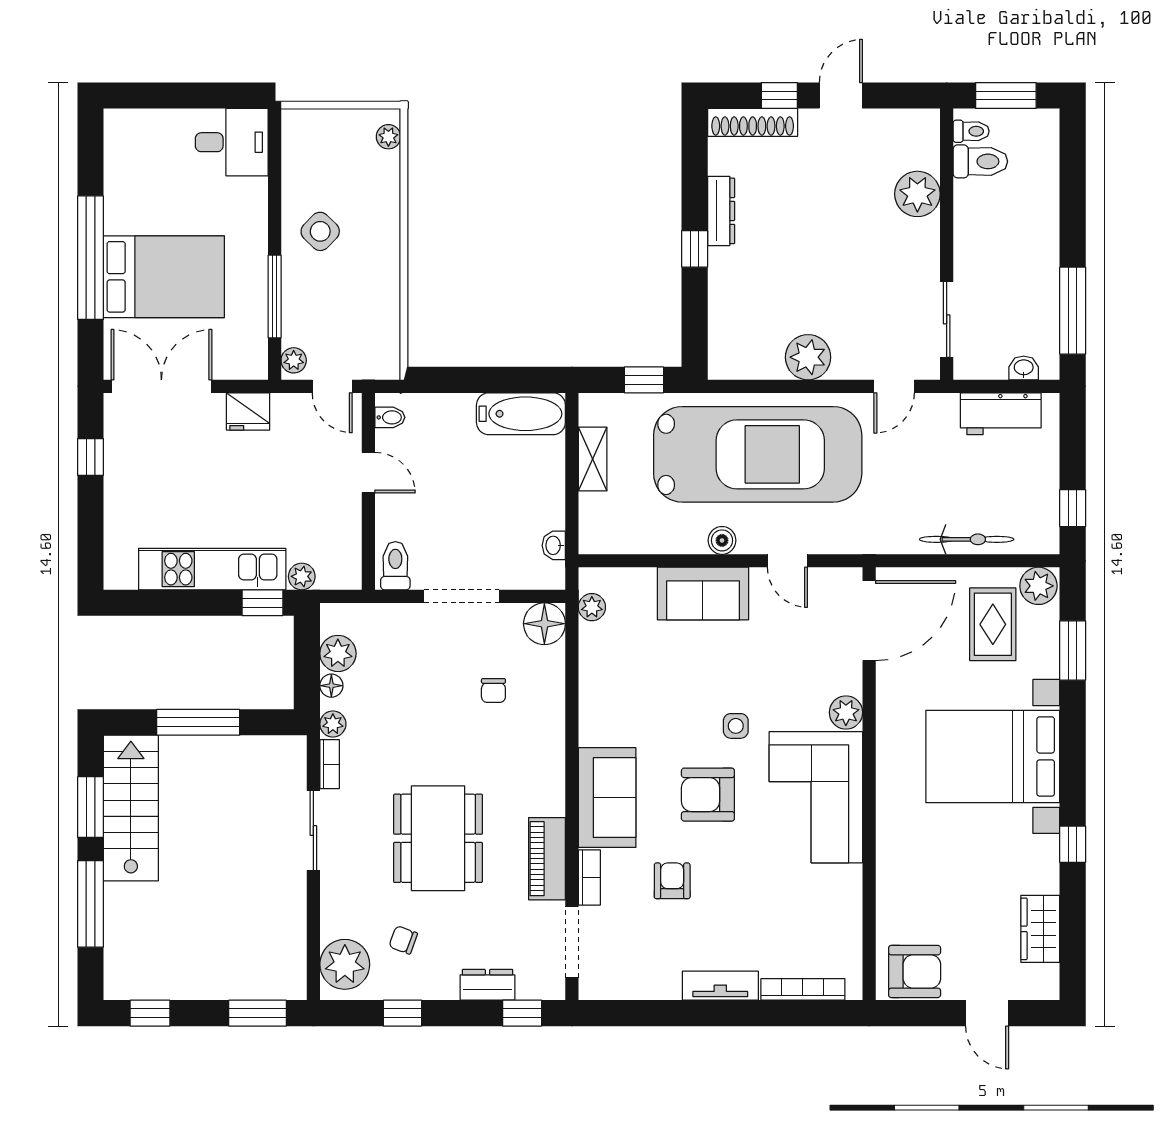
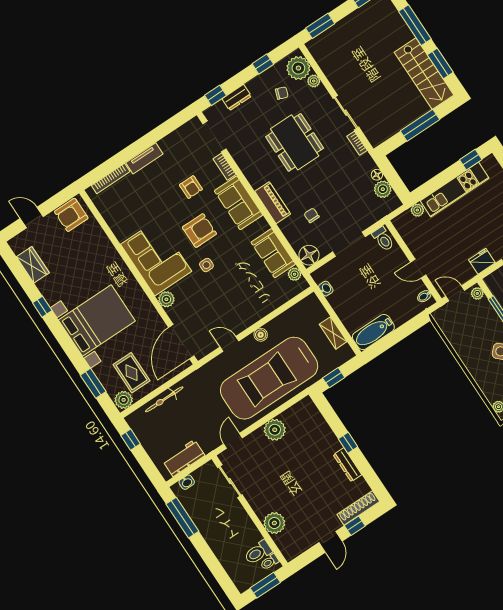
sofa: (703, 594) -> (273, 253), moved, turned -90
window: (262, 603) -> (471, 160), moved
plant: (333, 724) -> (314, 81), moved
piano: (547, 859) -> (273, 203), moved

